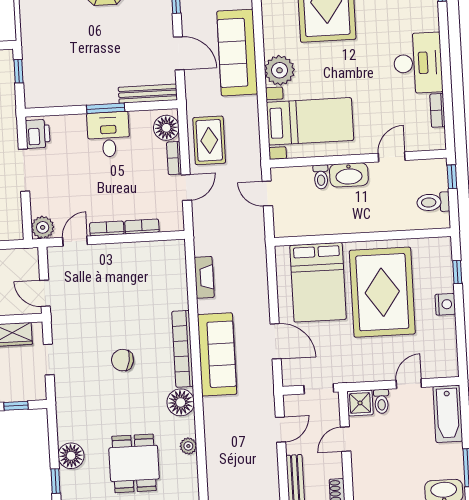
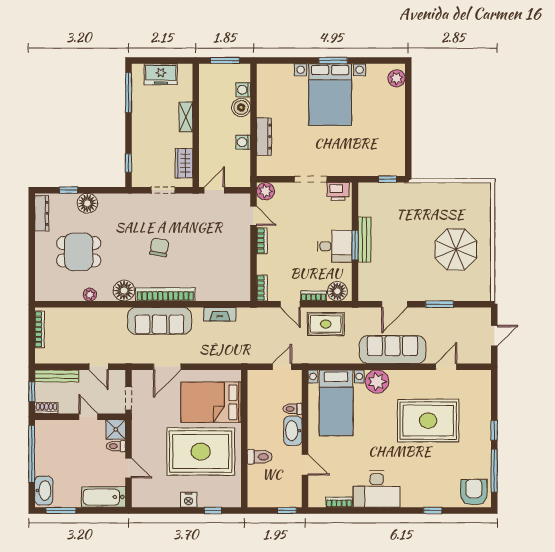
bench: (148, 94) -> (365, 240), moved
toilet: (433, 202) -> (260, 457), moved, turned 90
bookcase: (142, 227) -> (262, 288), moved

